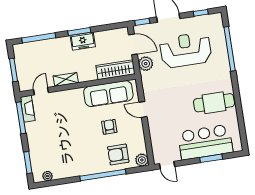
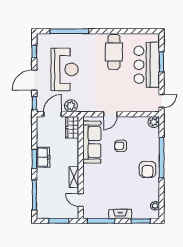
reception desk: (186, 50) -> (65, 70), turned 180
wardrobe: (115, 70) -> (72, 127), width x0.67
fireplace: (28, 109) -> (120, 214), moved
armchair: (118, 155) -> (148, 169), moved

